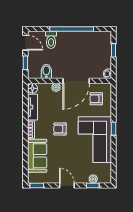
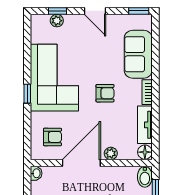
bidet: (46, 71) -> (145, 177), moved

